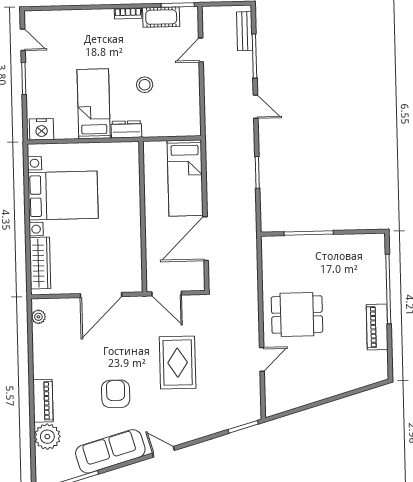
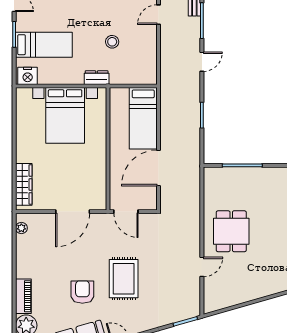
bed: (94, 104) -> (44, 45), moved, turned 90
door: (256, 107) -> (202, 62), hinge flipped
bed with nightstands: (63, 196) -> (65, 115), moved, turned 90
dining table: (297, 315) -> (231, 231), turned 90
rug: (178, 363) -> (124, 279), moved

